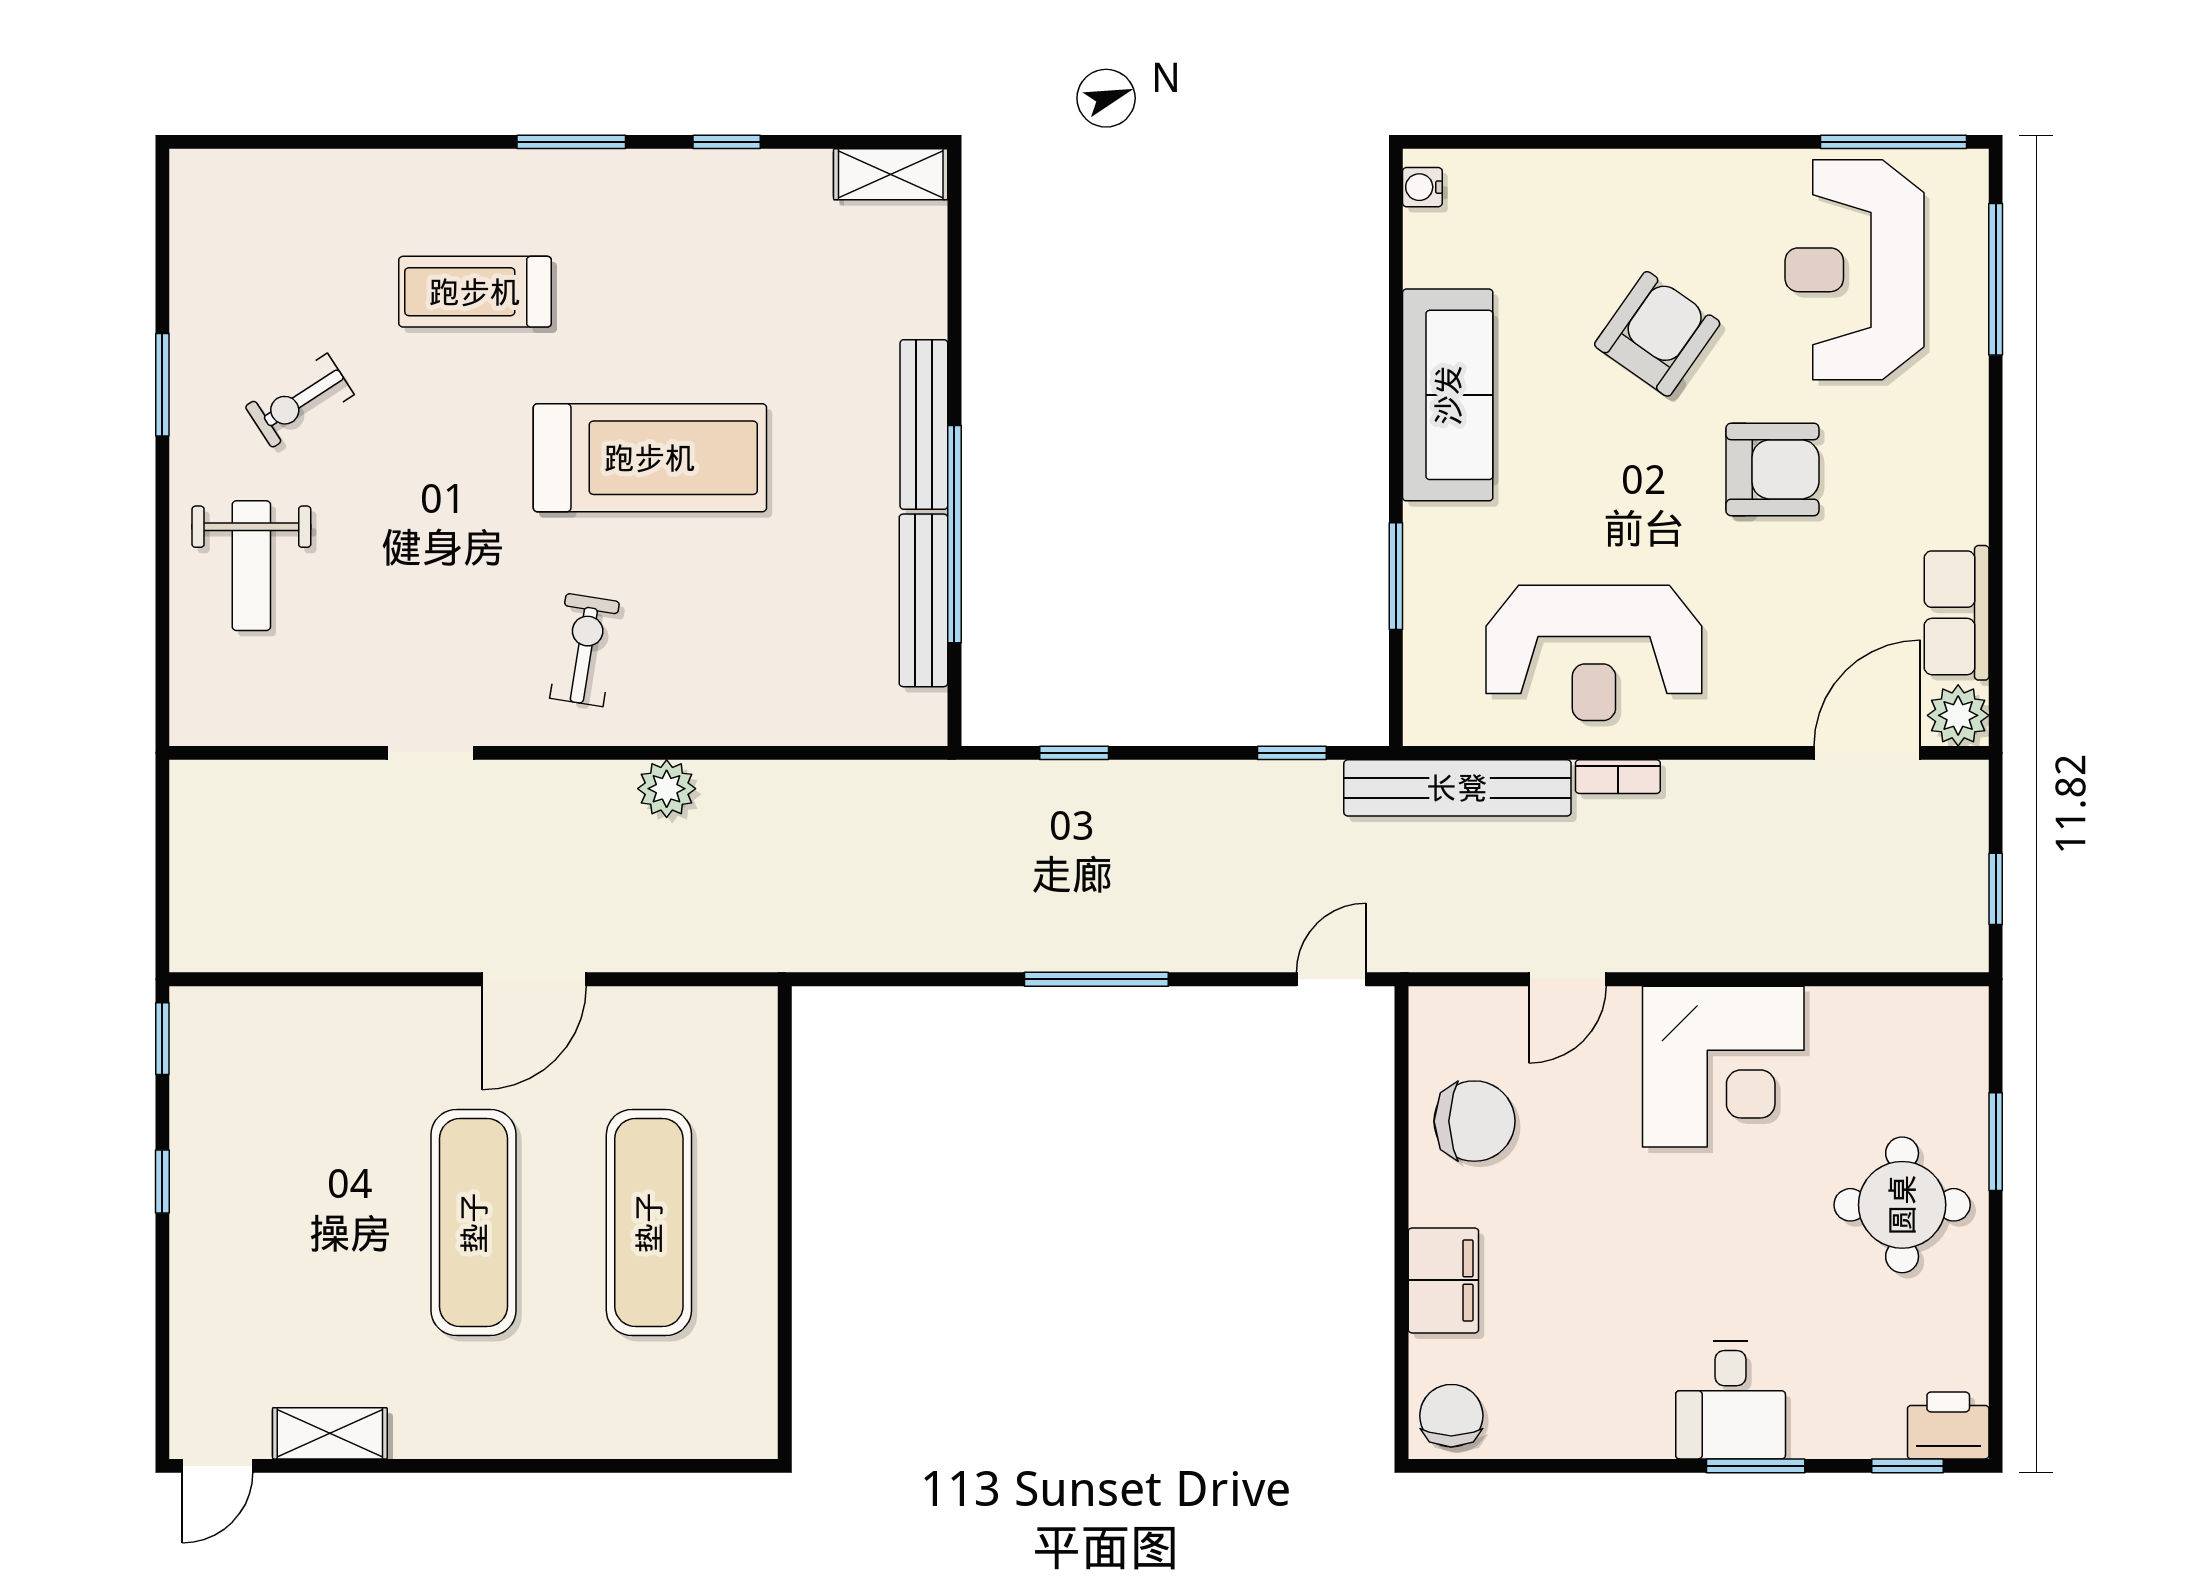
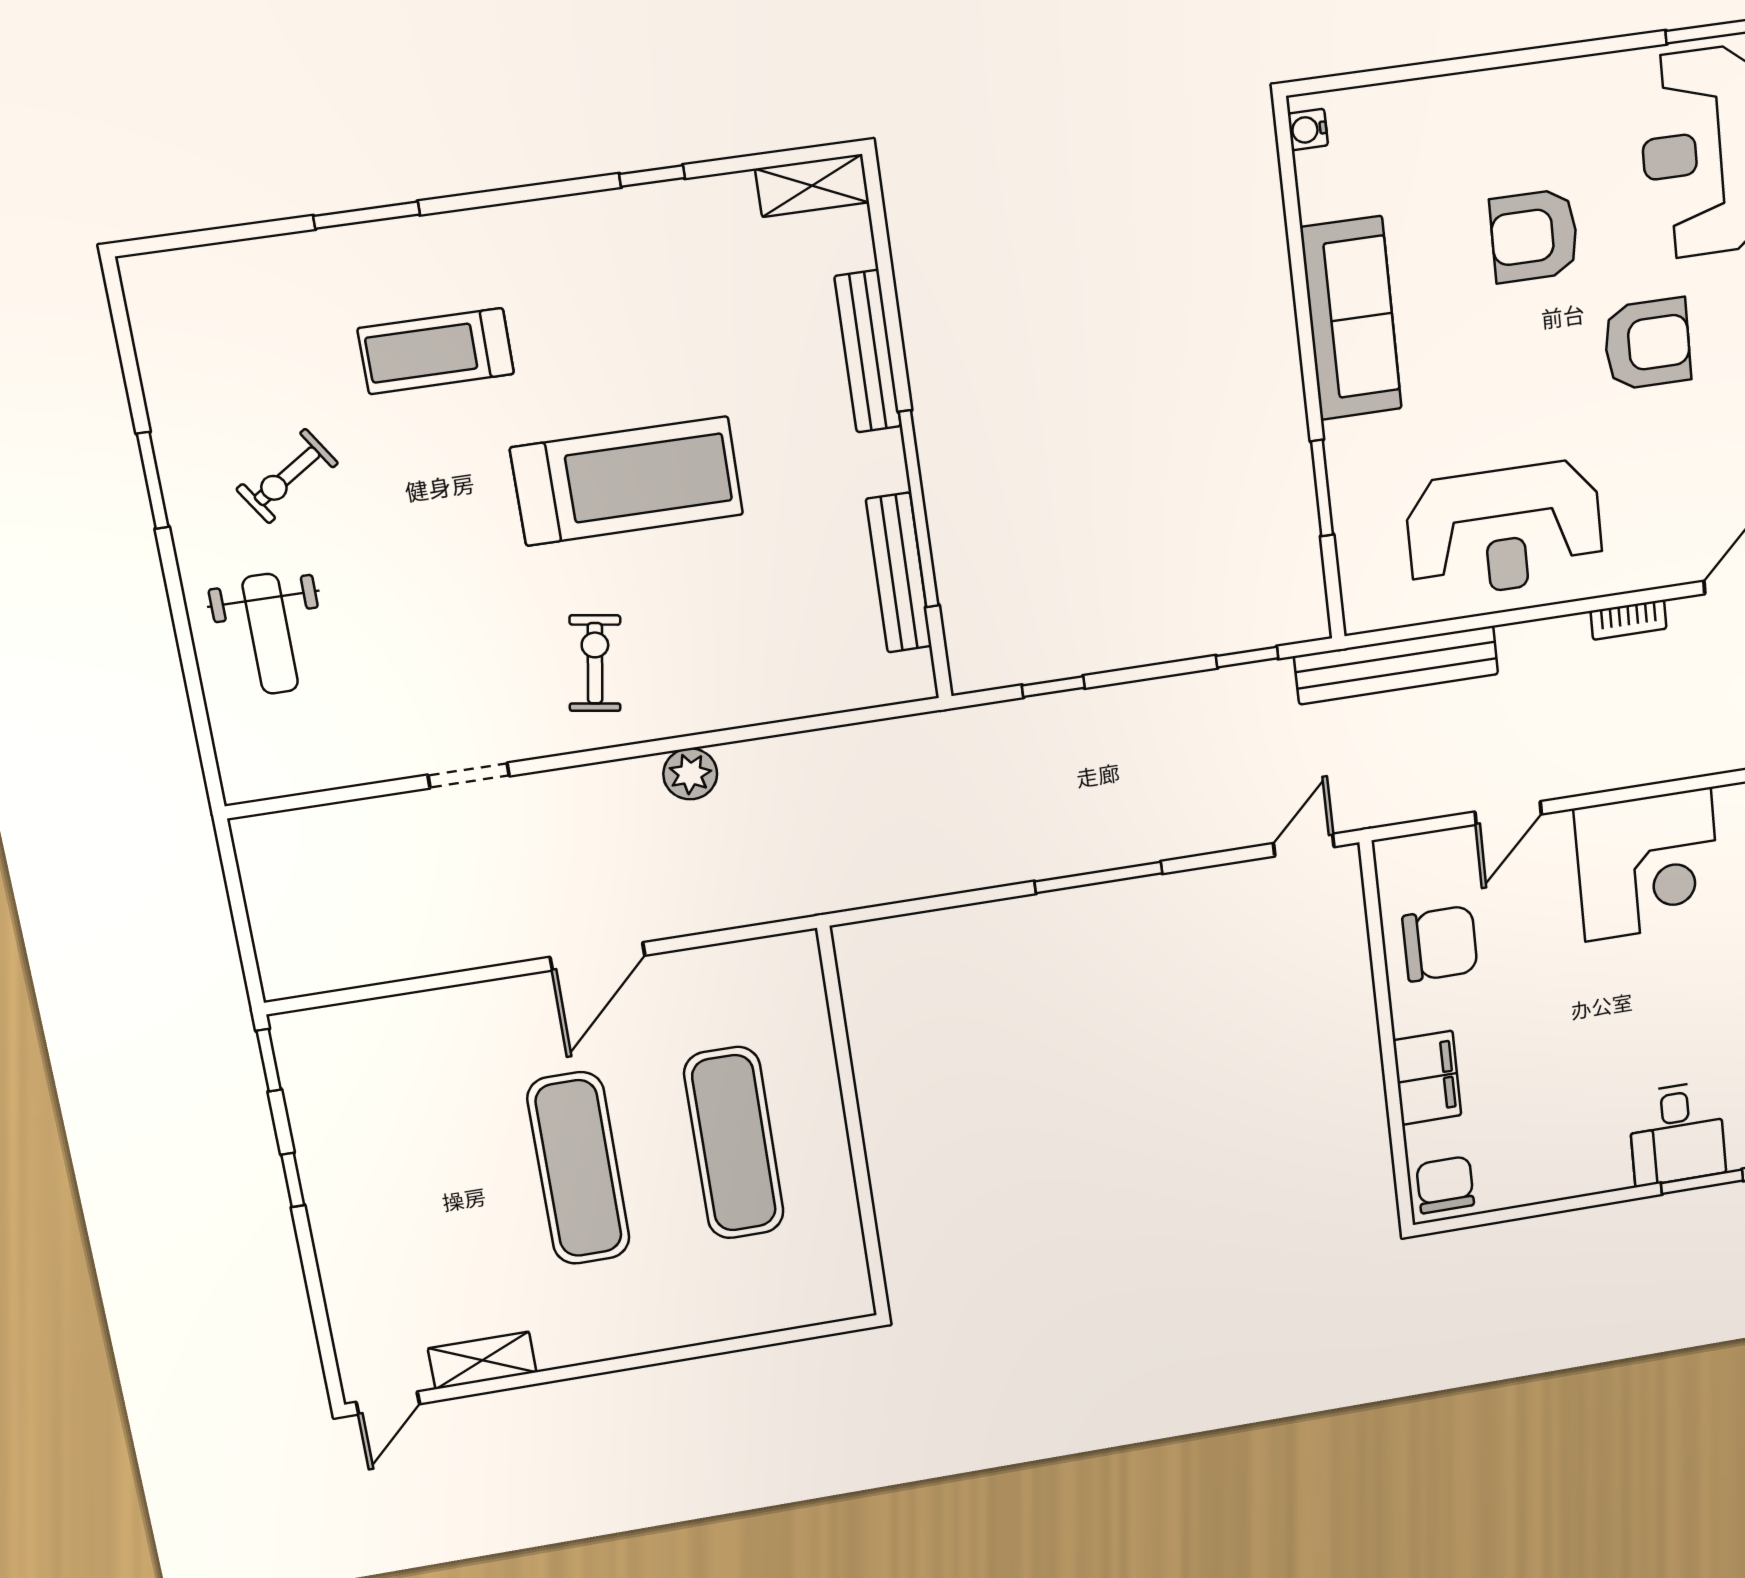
window: (571, 142) -> (367, 215), moved
armchair: (1657, 334) -> (1534, 236), turned -125
bench: (924, 424) -> (868, 351), moved
bookcase: (1618, 777) -> (1629, 620), moved

